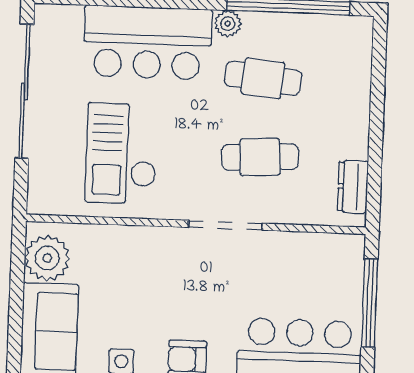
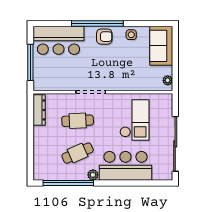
cafe table: (263, 78) -> (78, 153), turned -30
dresser: (353, 187) -> (39, 110), width x1.44
plant: (47, 258) -> (168, 80), width x0.53, depth x0.53

